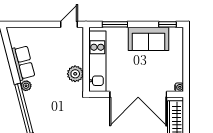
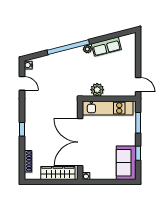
window: (167, 24) -> (138, 153), moved
sofa: (148, 39) -> (126, 163), moved

